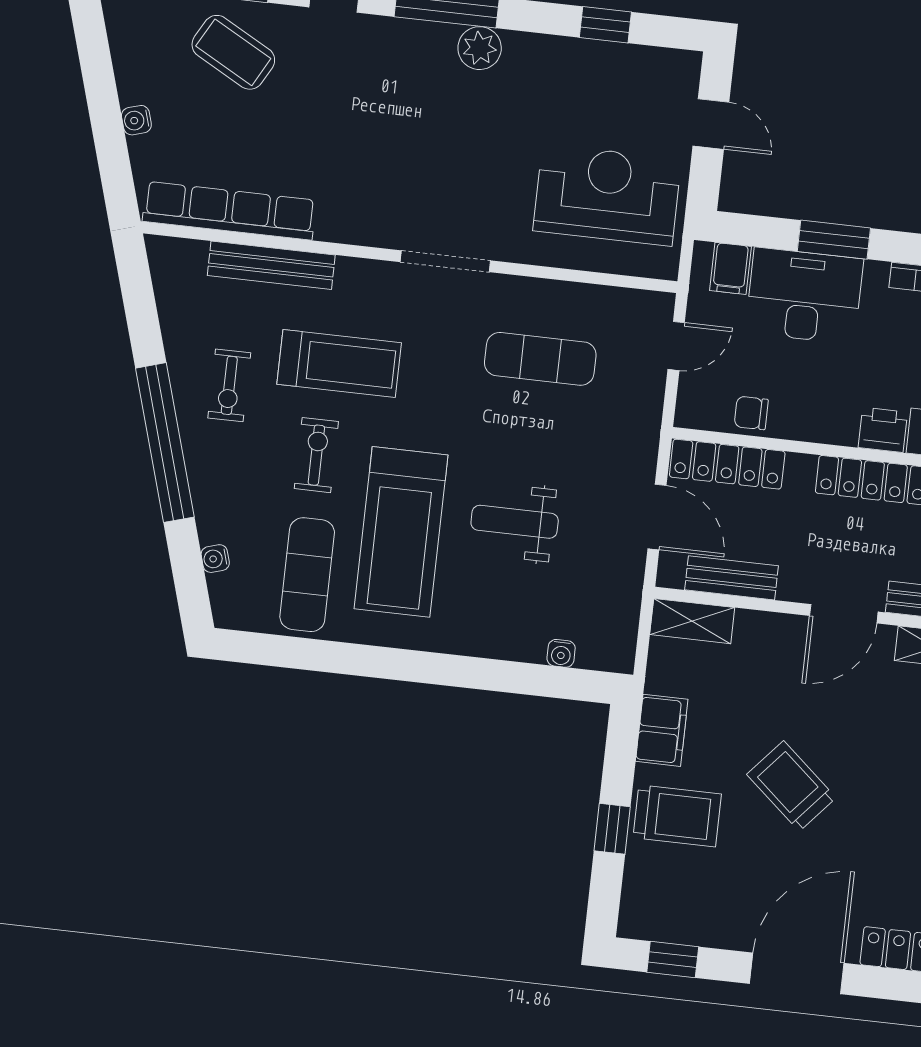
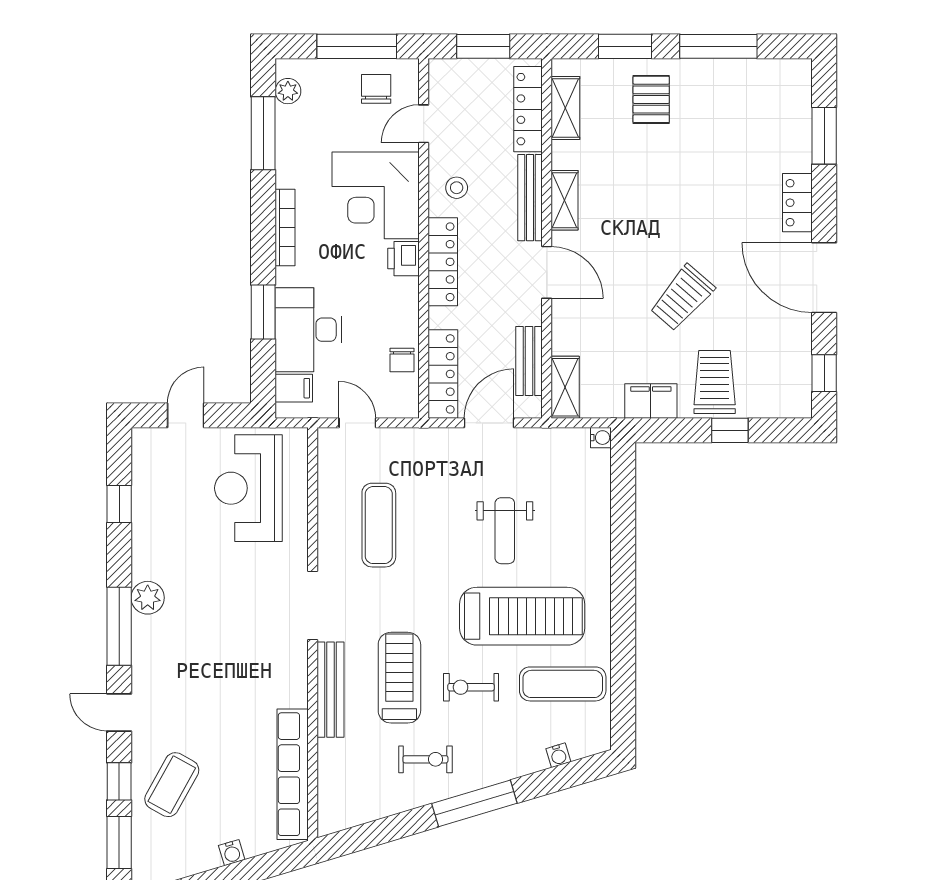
bench: (271, 265) -> (331, 690), moved
window: (165, 443) -> (474, 803), width x0.68
water cooler: (561, 653) -> (601, 438), moved

